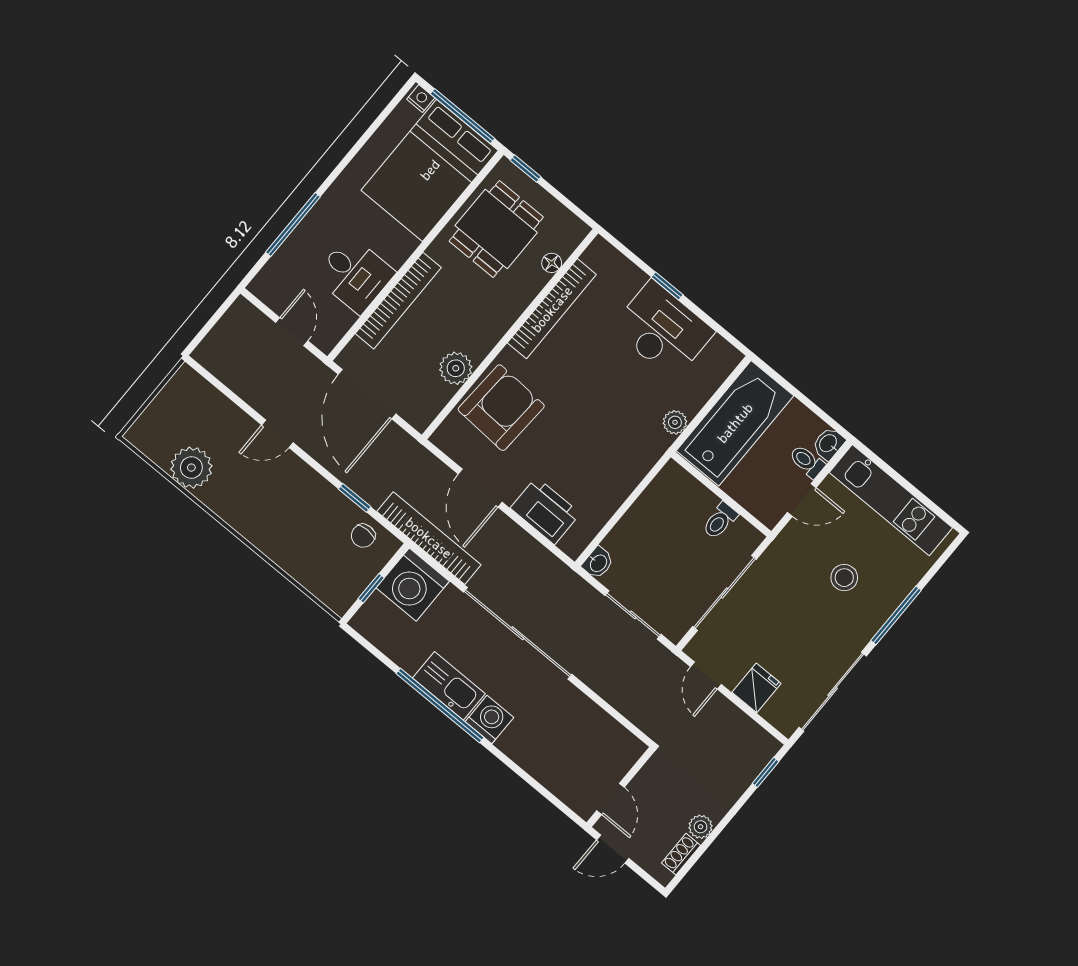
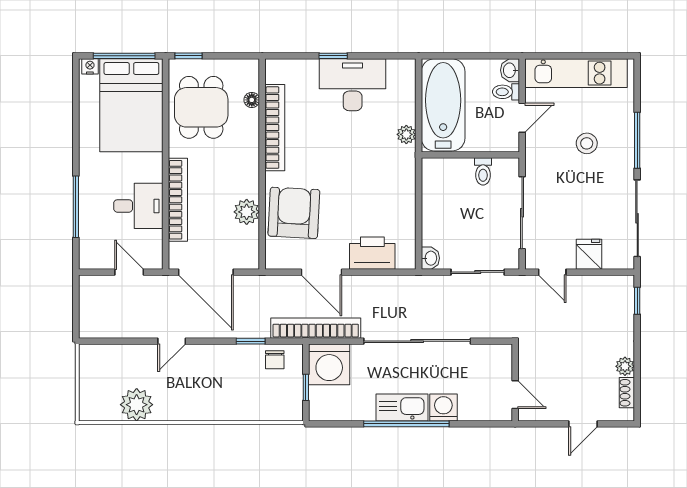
wall: (620, 787) -> (515, 382), moved
door: (611, 799) -> (515, 395), moved

